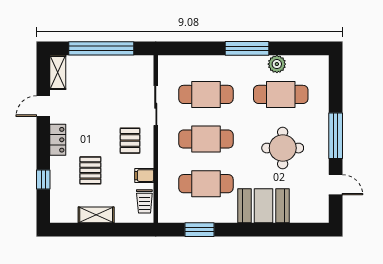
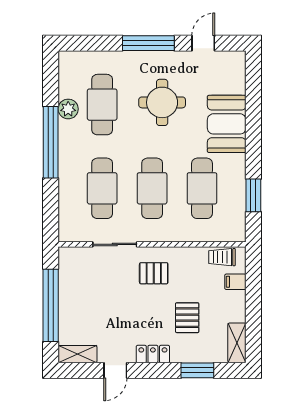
window: (247, 48) -> (51, 142), width x1.46
door: (43, 106) -> (115, 370), hinge flipped
pallet: (90, 170) -> (187, 318), turned 90
filing cabinet: (144, 176) -> (235, 282), moved, turned 90
window: (43, 180) -> (197, 370), width x1.50
trolley: (144, 201) -> (222, 257), turned 180
shelving: (96, 215) -> (237, 343), moved

